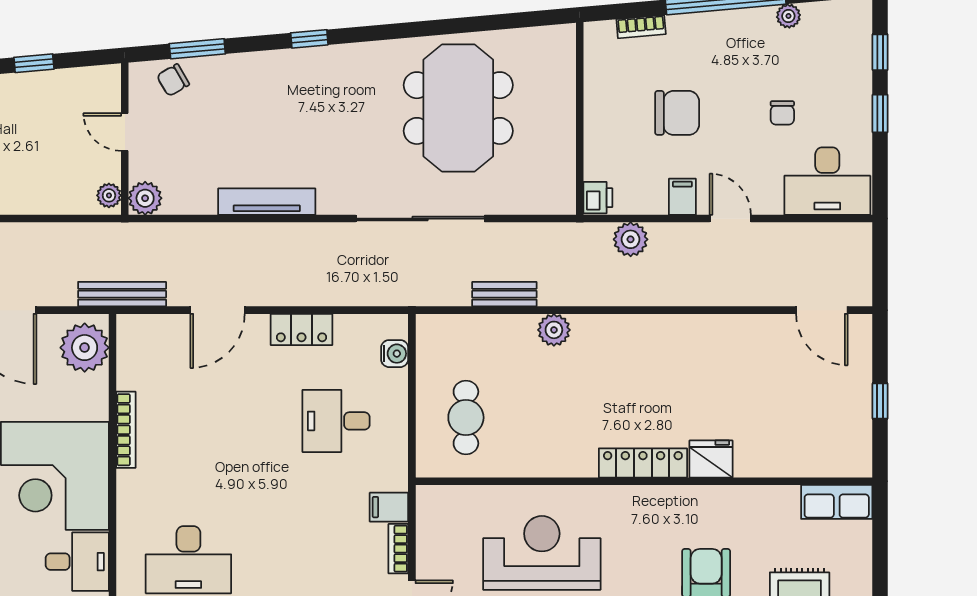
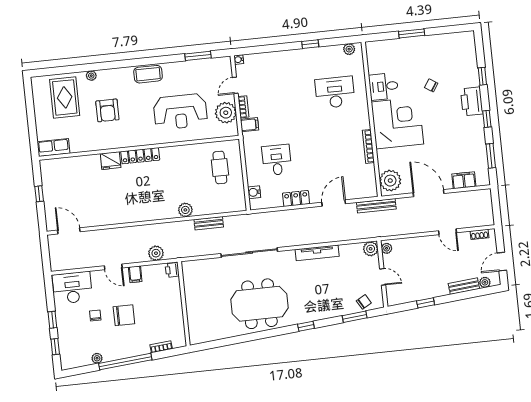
meeting table: (458, 108) -> (259, 304), moved, turned 90
chair: (677, 113) -> (124, 315), moved, turned 180
desk: (336, 421) -> (277, 160), turned -90
plant: (440, 540) -> (226, 113), added

